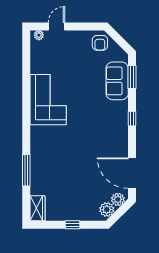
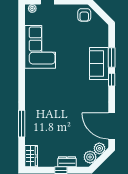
window: (132, 77) -> (112, 58), moved
sofa: (117, 81) -> (99, 64), moved
corner sofa: (48, 100) -> (40, 47), moved
dresser: (80, 215) -> (67, 162), added

